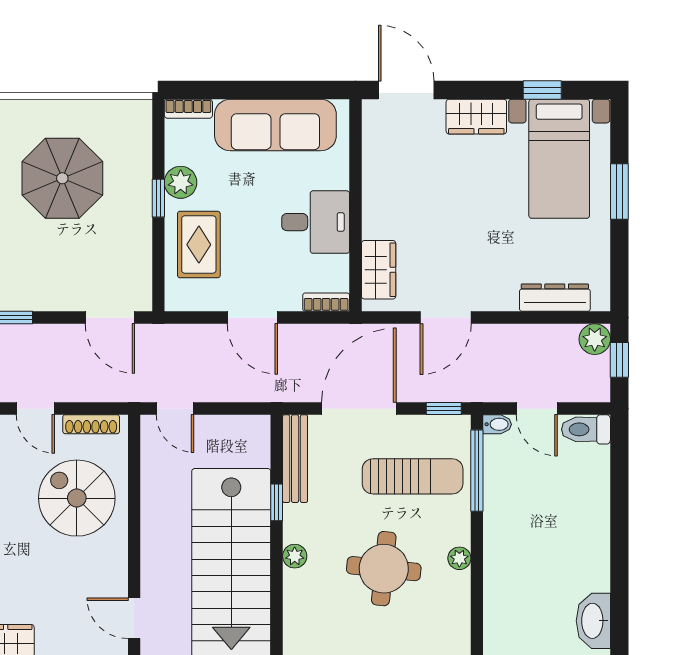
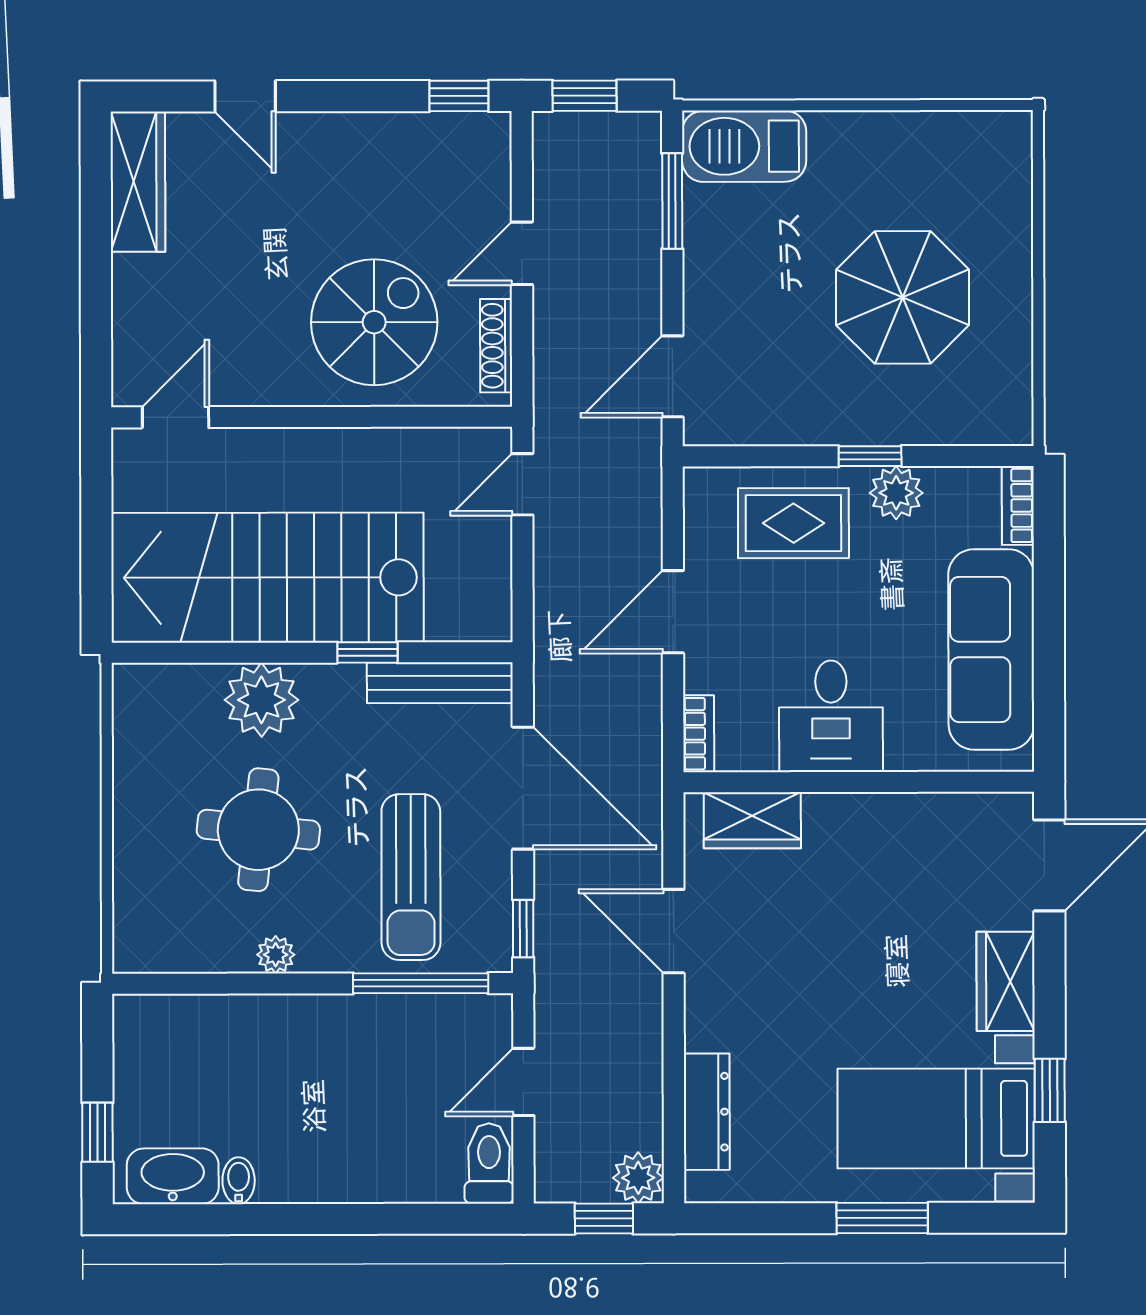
bidet: (497, 424) -> (239, 1181), moved, turned 180
plant: (295, 556) -> (261, 700), width x1.87, depth x1.87

